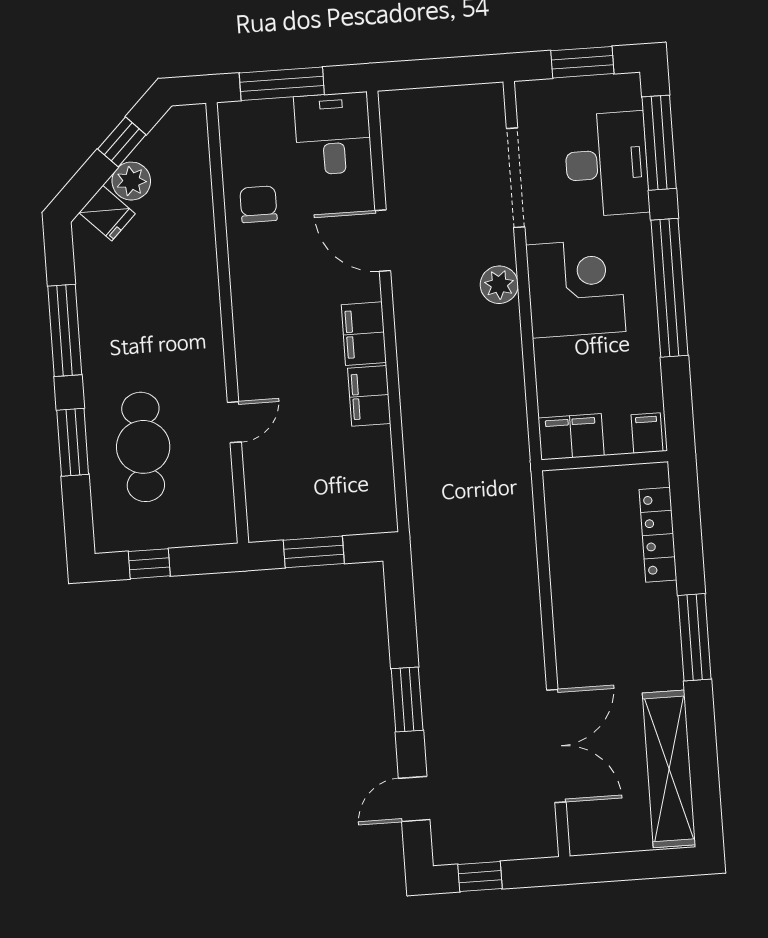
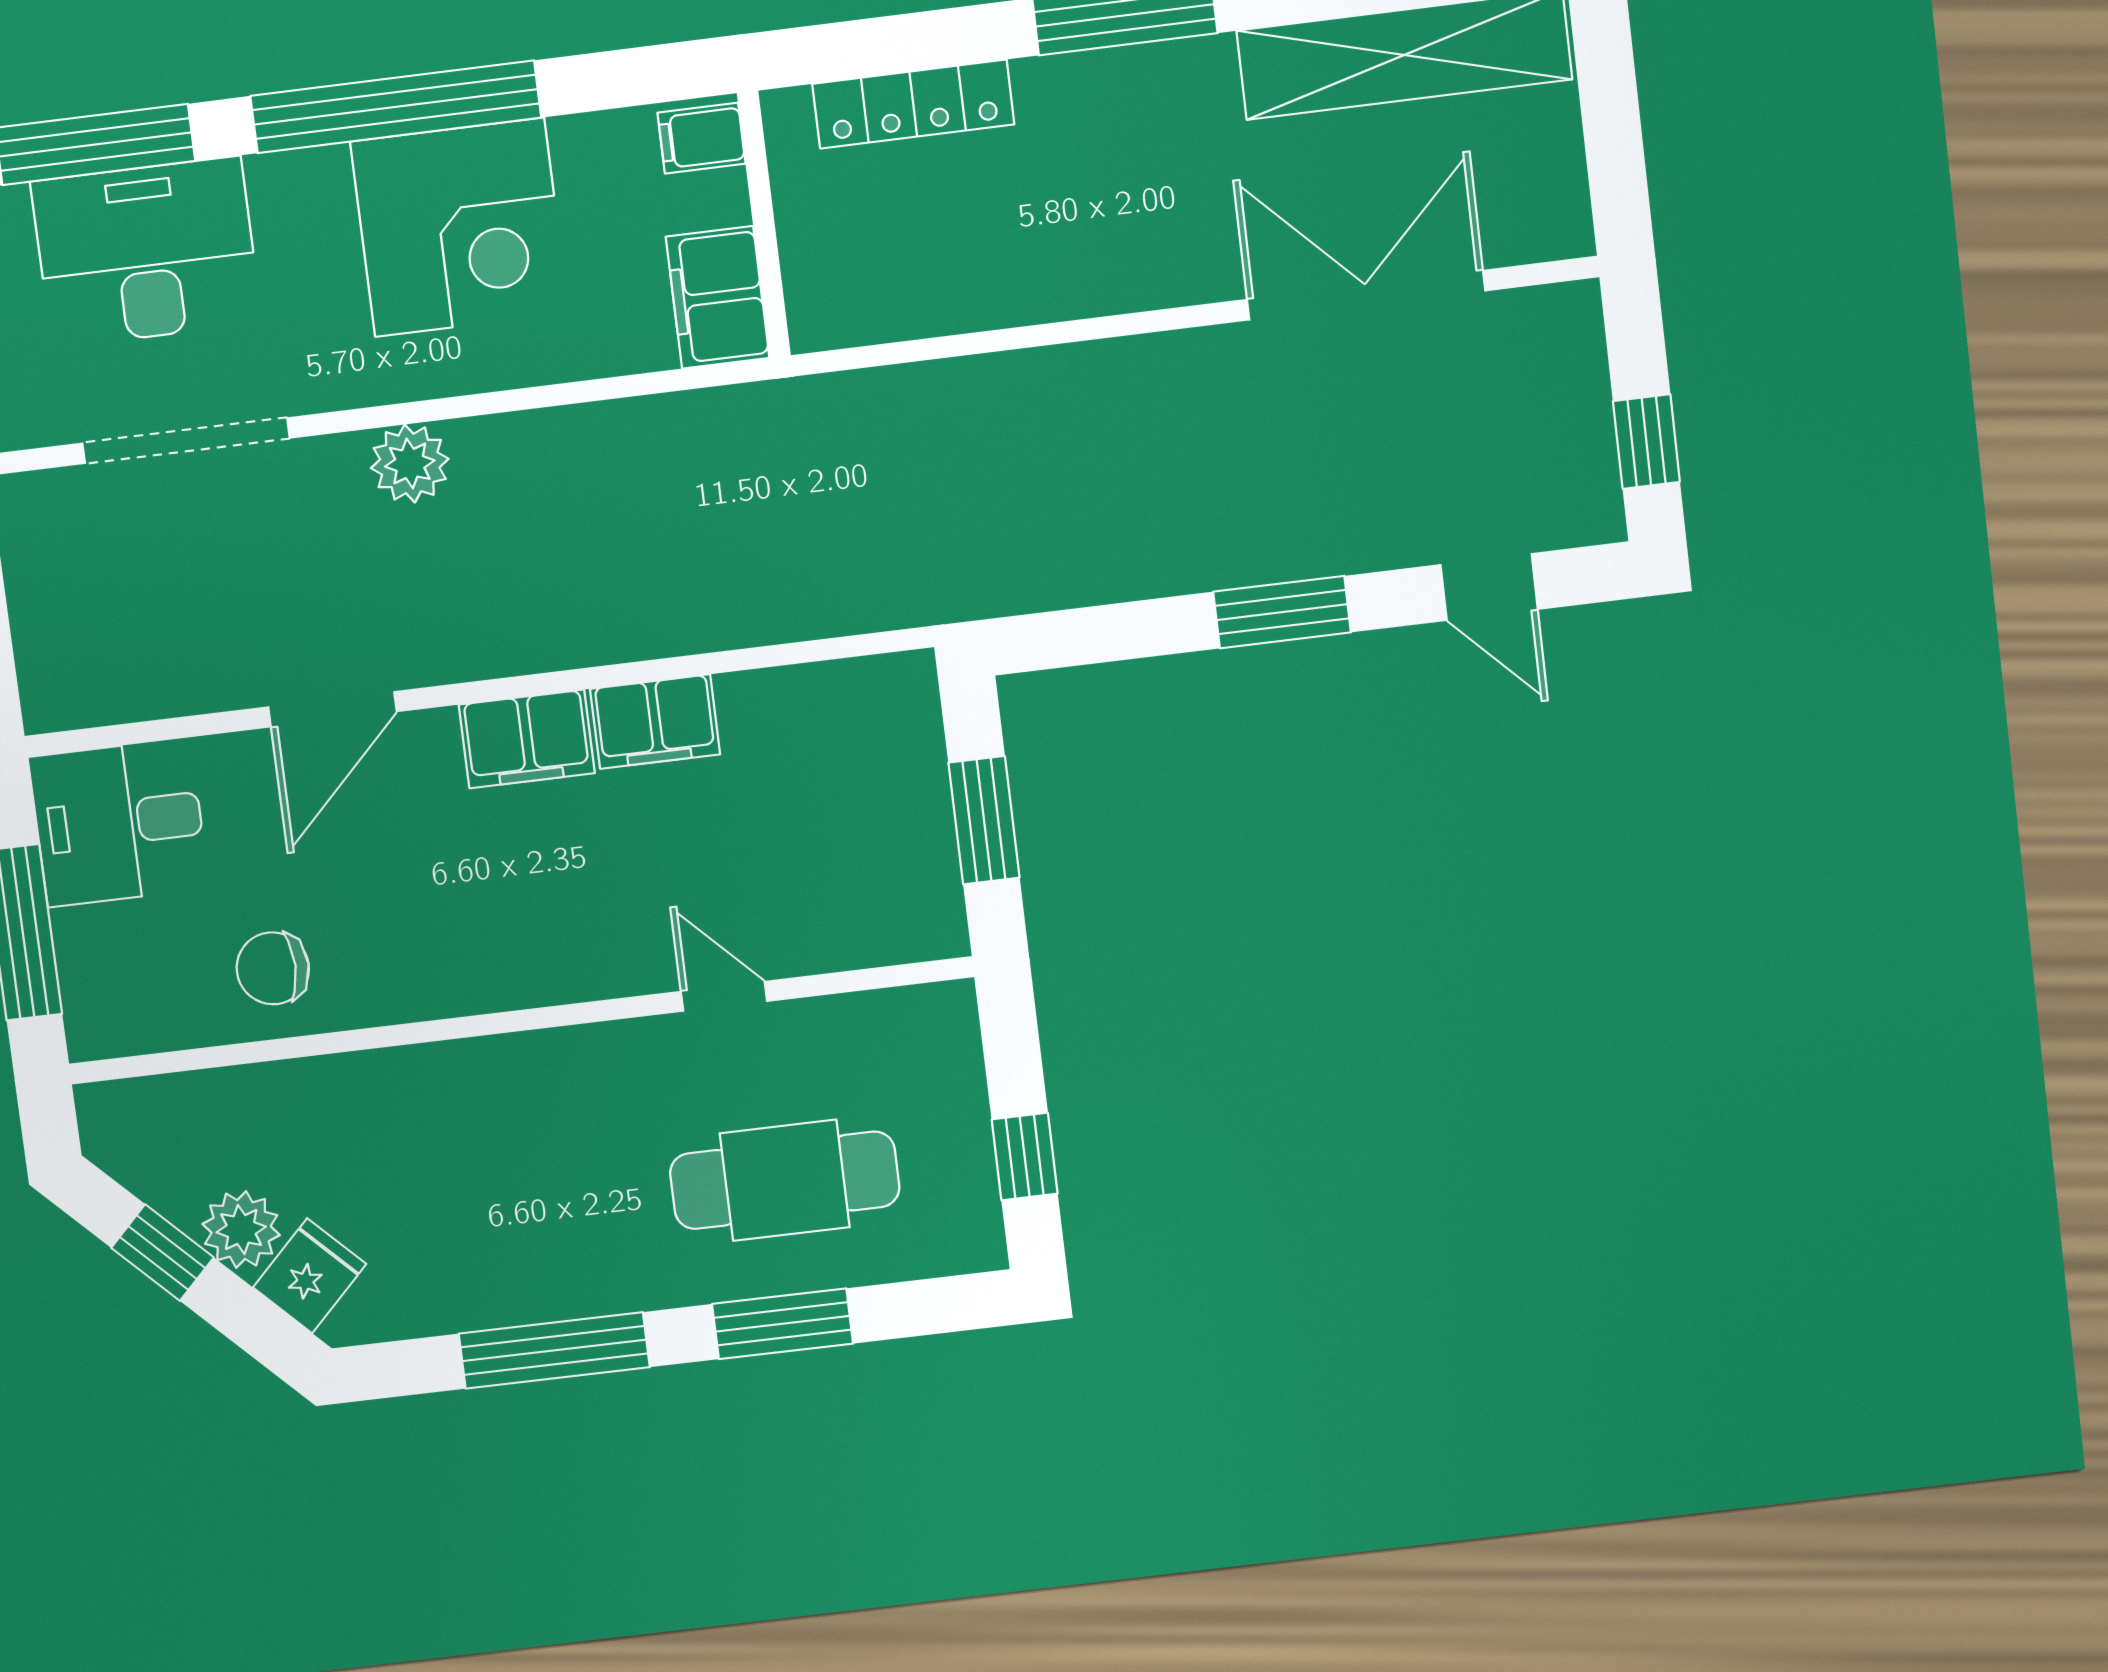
corner desk: (576, 288) -> (459, 227), moved, turned 180

